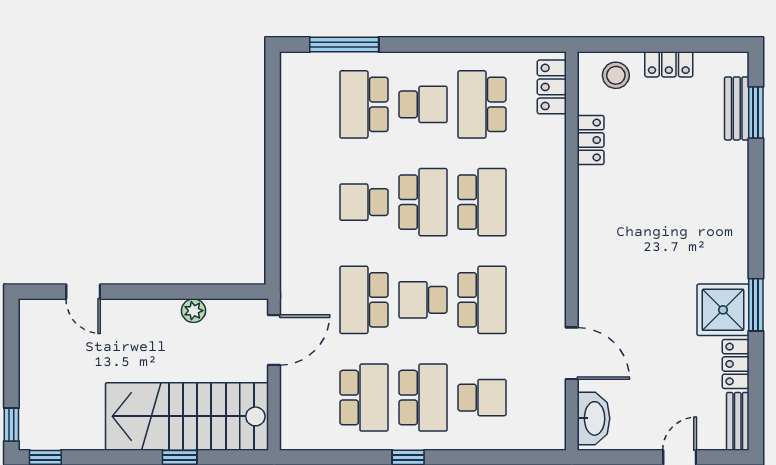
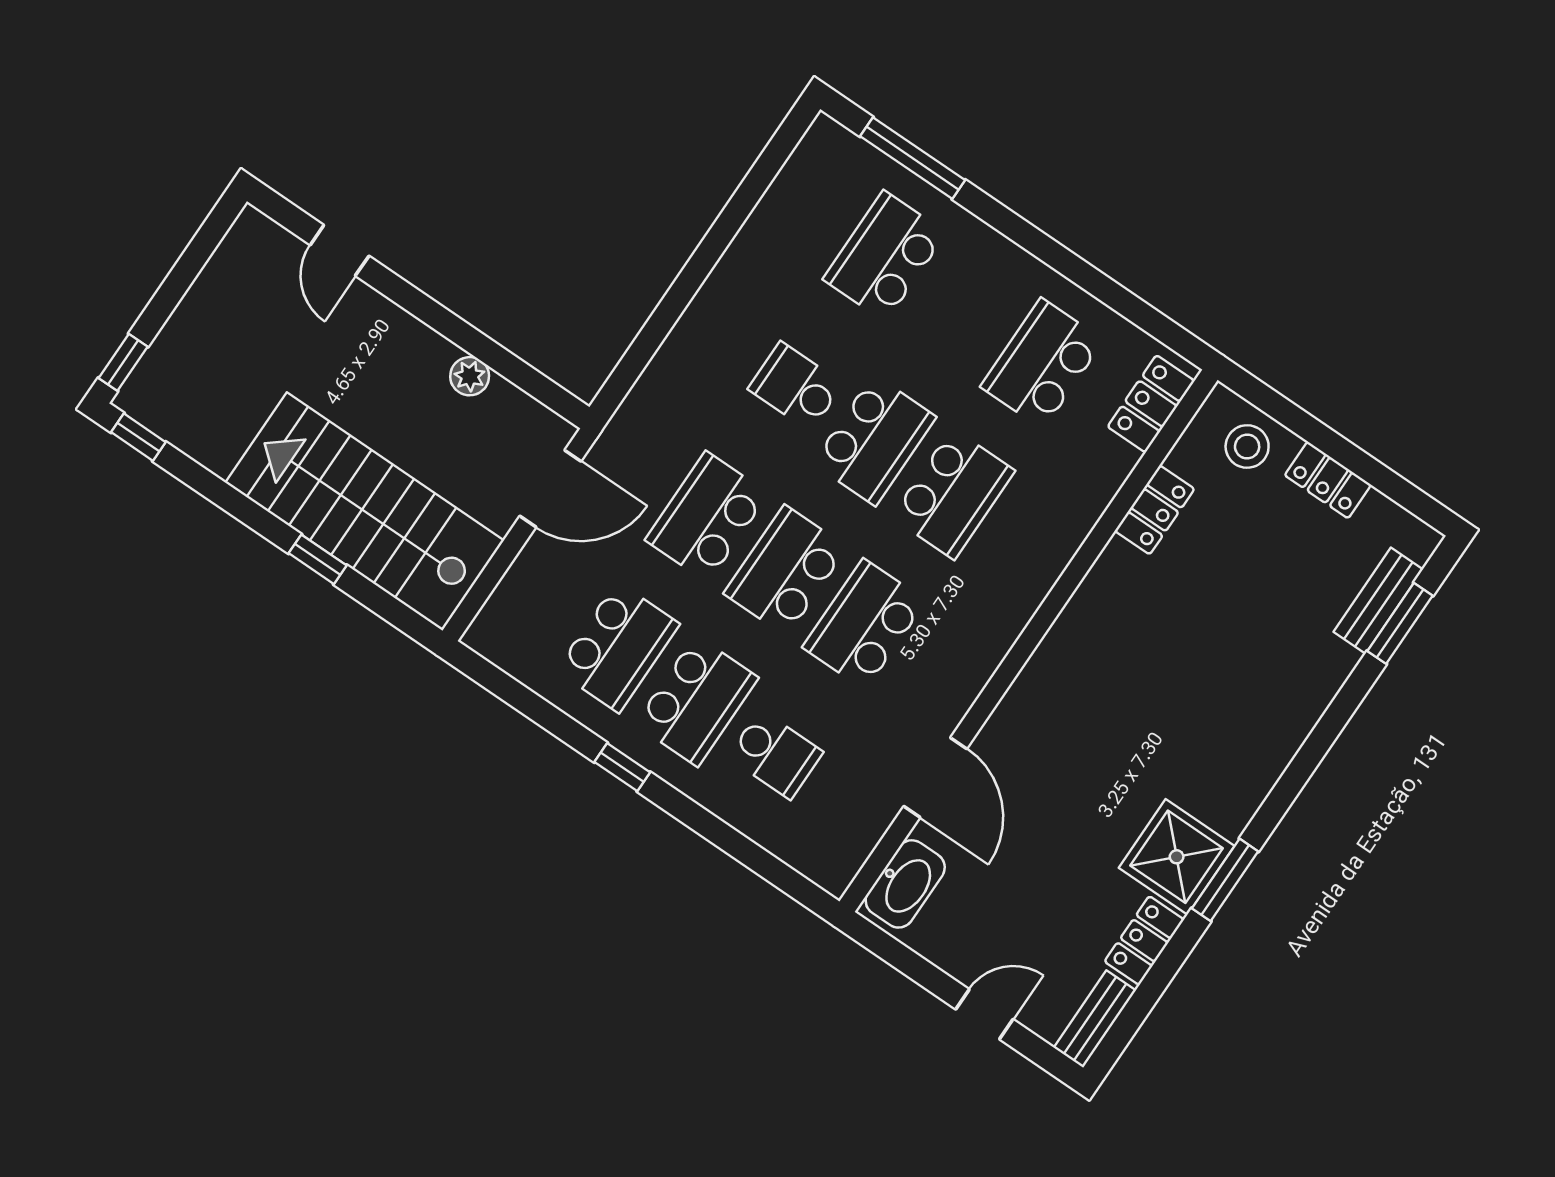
school desk: (423, 104) -> (963, 310), removed
school desk: (423, 300) -> (786, 570), width x1.85
school desk: (482, 300) -> (864, 624), turned 180

